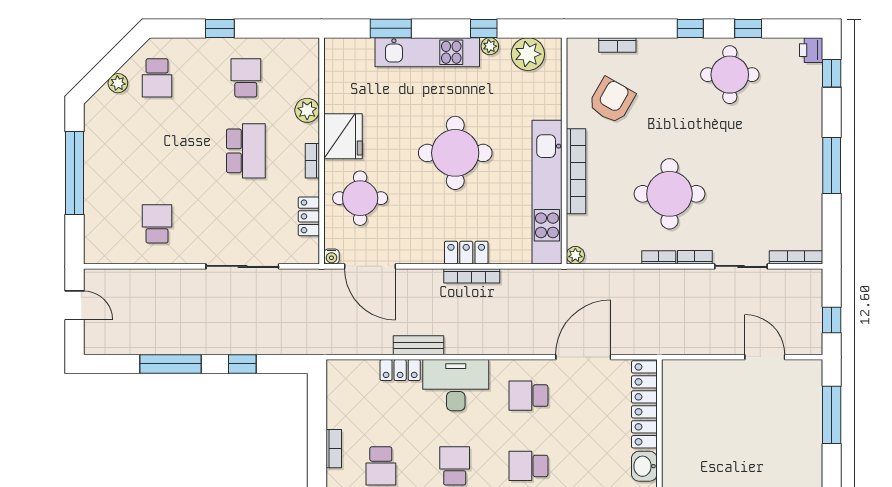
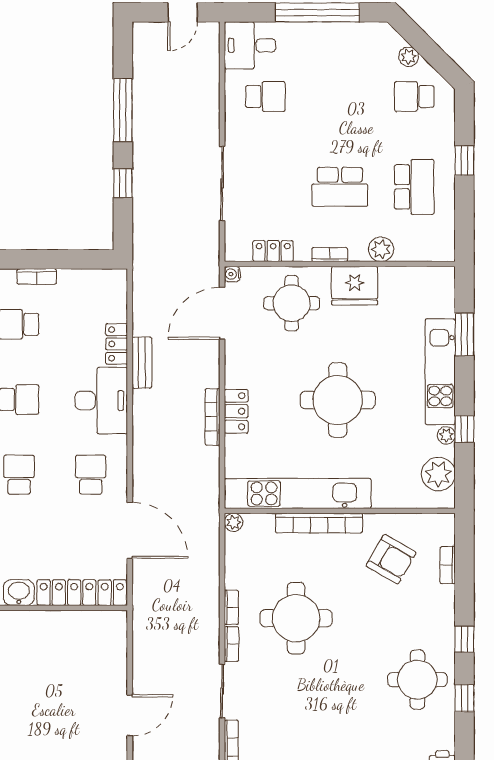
school desk: (246, 78) -> (414, 187), width x1.85
desk: (107, 239) -> (250, 45), added

